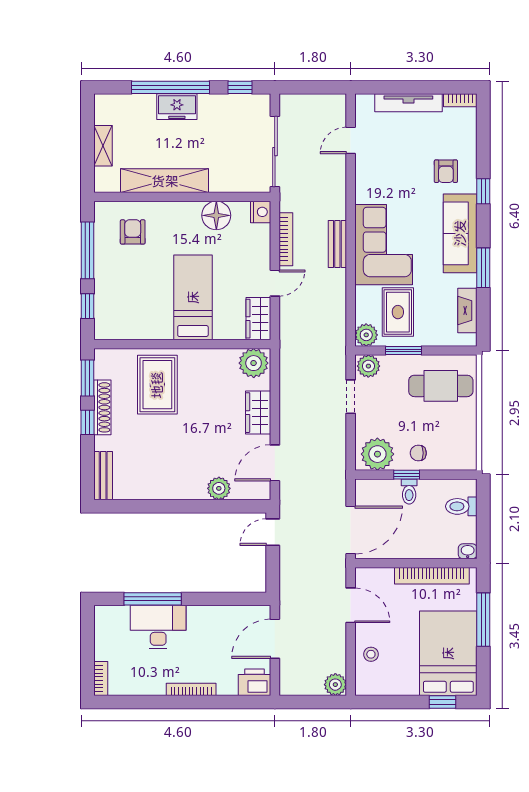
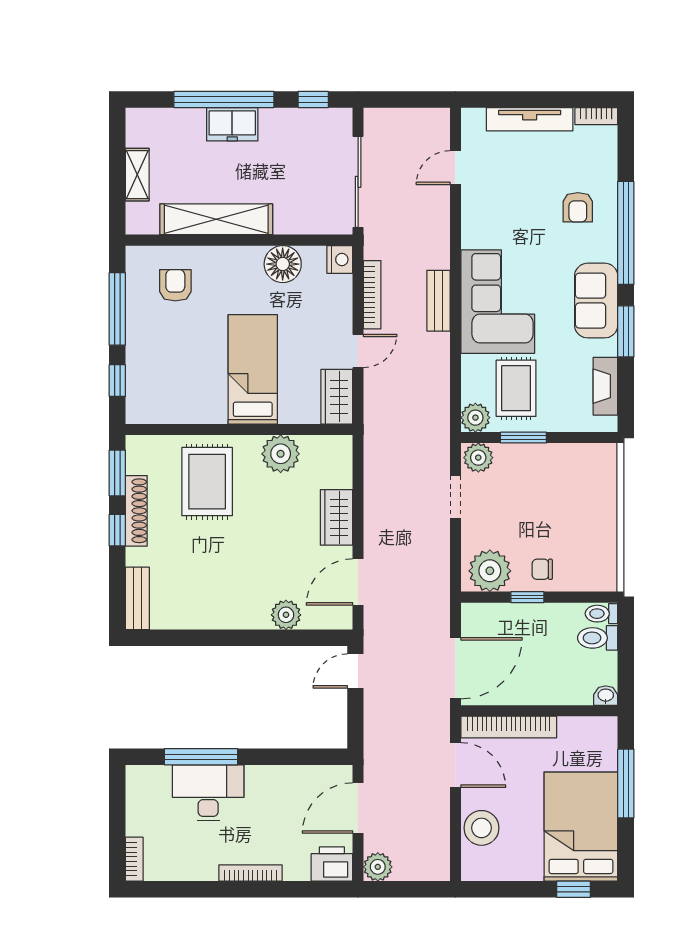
window: (483, 191) -> (626, 233), width x3.17
sofa: (460, 233) -> (596, 301), width x0.73
plant: (254, 363) -> (281, 454), moved
cafe table: (441, 386) -> (571, 483), removed
toilet: (409, 492) -> (601, 614), moved, turned 90
bookcase: (432, 576) -> (509, 727), moved
stool: (371, 654) -> (481, 828), width x1.89, depth x1.89
plant: (335, 685) -> (378, 867), moved

